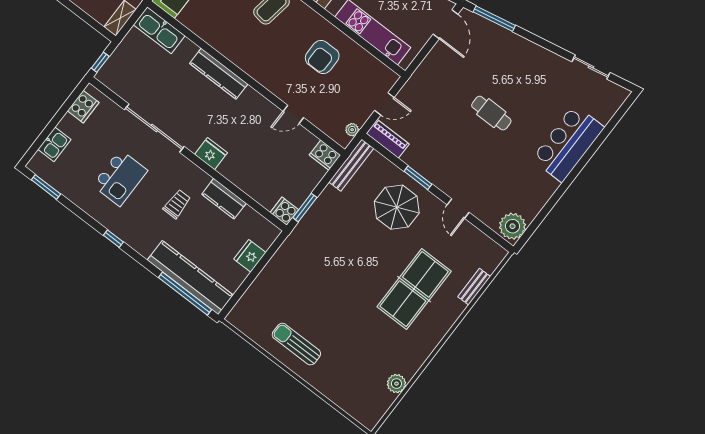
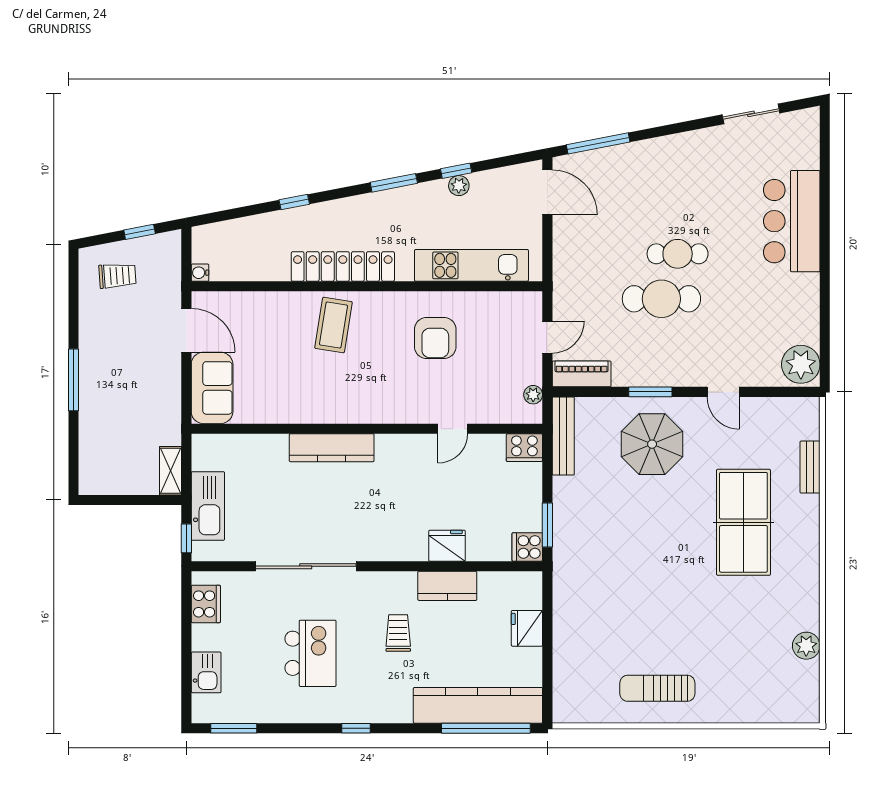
kitchen sink: (159, 30) -> (208, 506), moved, turned -90
cafe table: (463, 131) -> (661, 299), added
fridge: (211, 154) -> (447, 546), moved

